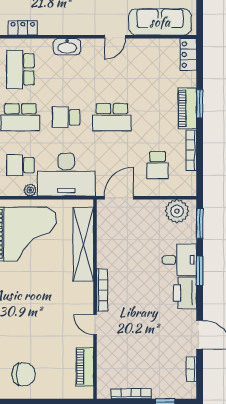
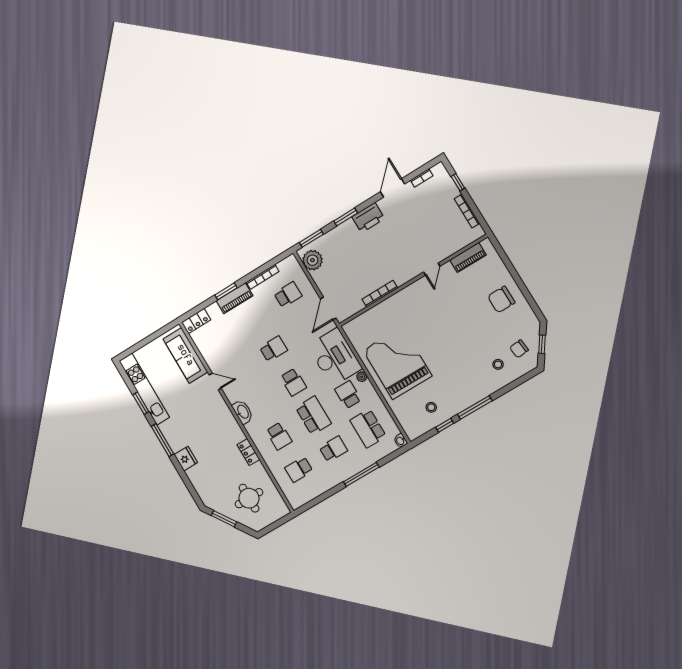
school desk: (20, 69) -> (279, 436), width x0.54
school desk: (112, 117) -> (273, 349), width x0.54
school desk: (20, 165) -> (348, 395), turned 180
door: (119, 198) -> (328, 308), hinge flipped
shelving: (83, 244) -> (378, 314), removed
desk: (179, 260) -> (347, 237), removed
bookcase: (102, 290) -> (380, 294), moved
chair: (24, 374) -> (501, 299), turned -90

